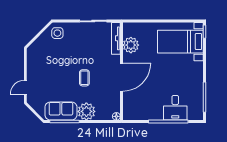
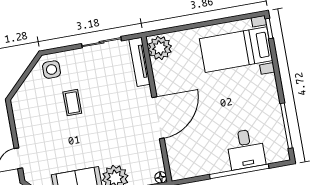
plant: (131, 45) -> (160, 48), moved
coffee table: (84, 78) -> (72, 103), moved

